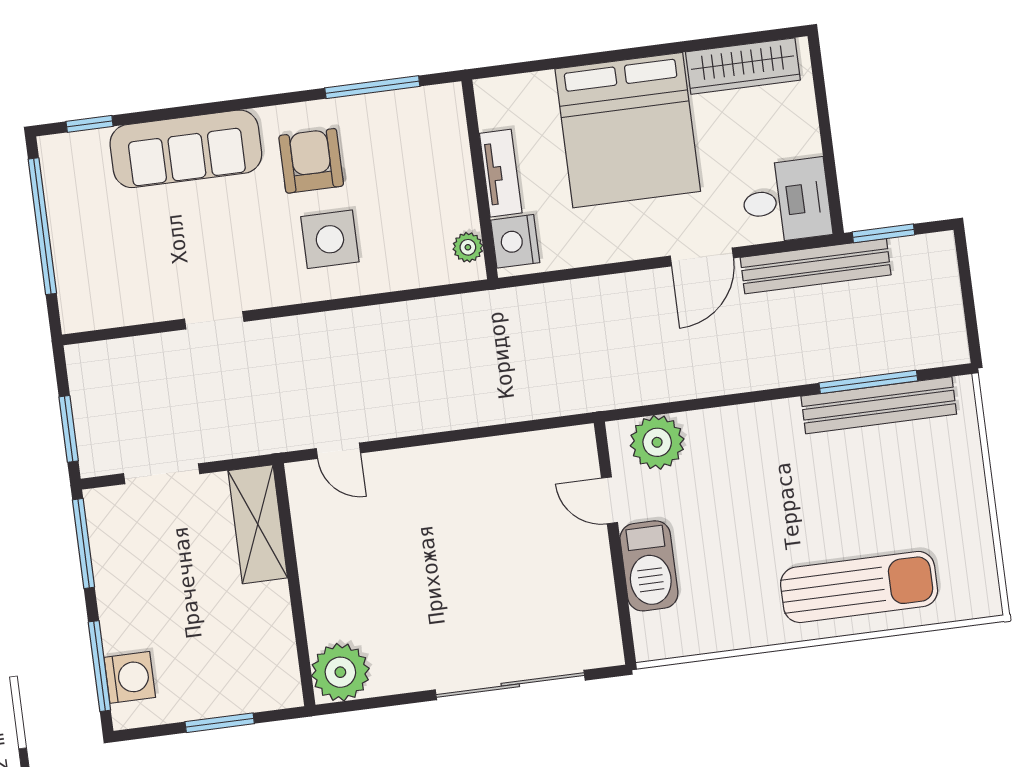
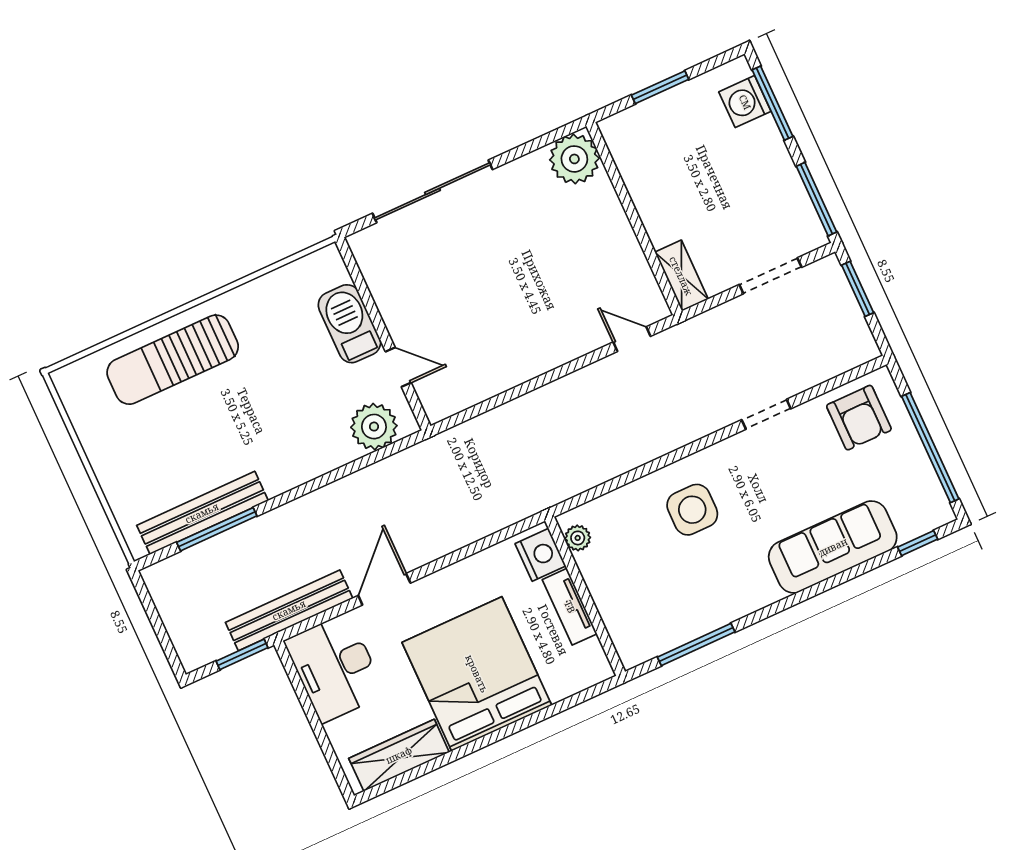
armchair: (311, 161) -> (859, 418), moved
desk: (786, 201) -> (335, 668), width x1.37
shelving: (258, 524) -> (681, 276), width x0.67, depth x0.75

